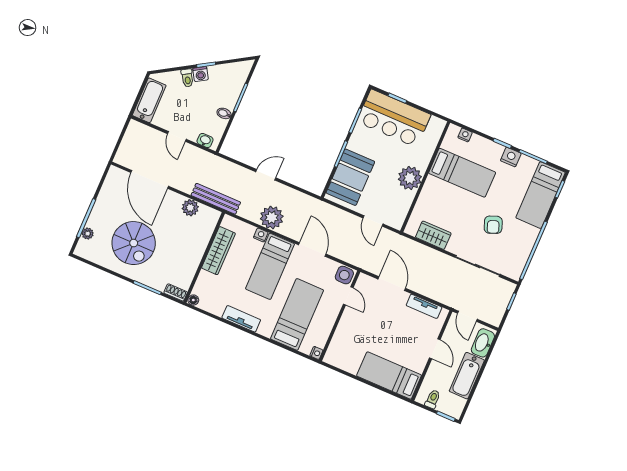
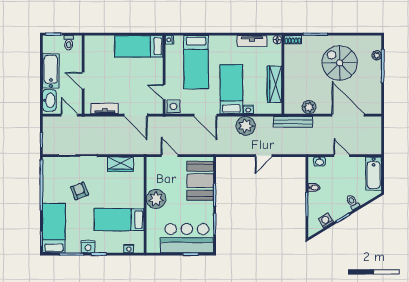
washing machine: (200, 74) -> (326, 220), moved
tv unit: (241, 319) -> (252, 41), moved
bed: (389, 376) -> (139, 46), moved, turned 180

